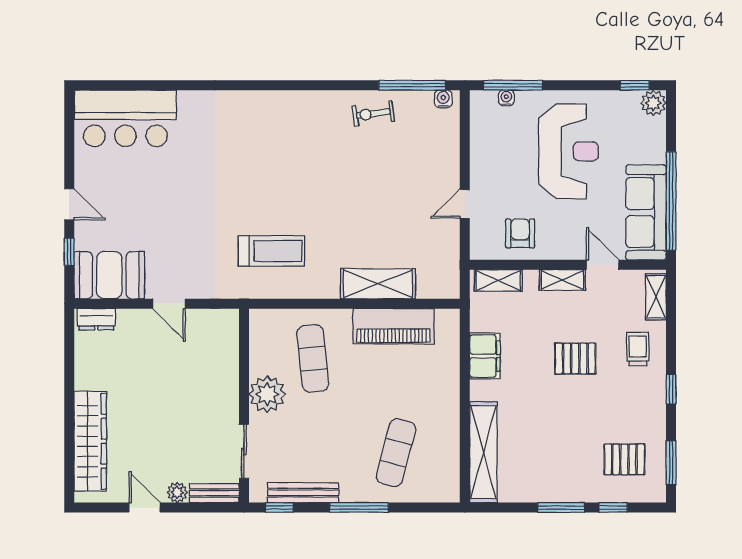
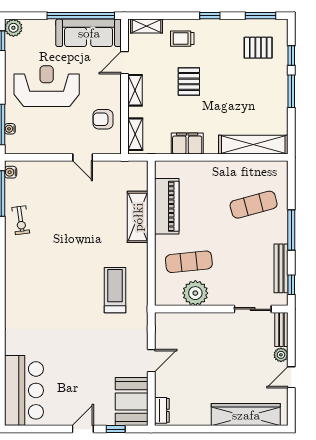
plant: (267, 394) -> (195, 293), moved
exercise mat: (396, 453) -> (254, 205), turned -30
pallet: (624, 459) -> (258, 48), turned 90

